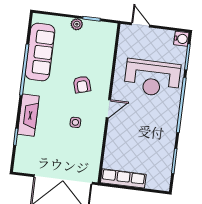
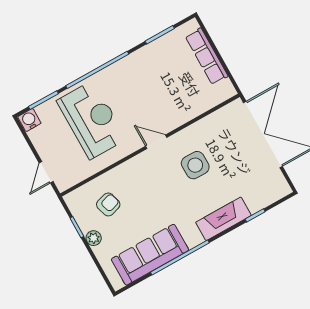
armchair: (82, 84) -> (108, 204), moved
side table: (75, 122) -> (195, 165), width x1.87, depth x1.87
row of seats: (123, 178) -> (207, 56), moved

